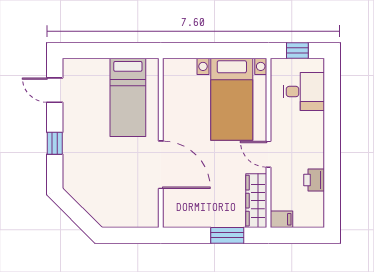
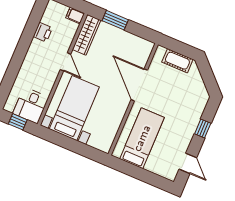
desk: (304, 92) -> (31, 105), moved, turned -90
cot: (125, 217) -> (177, 61), added

